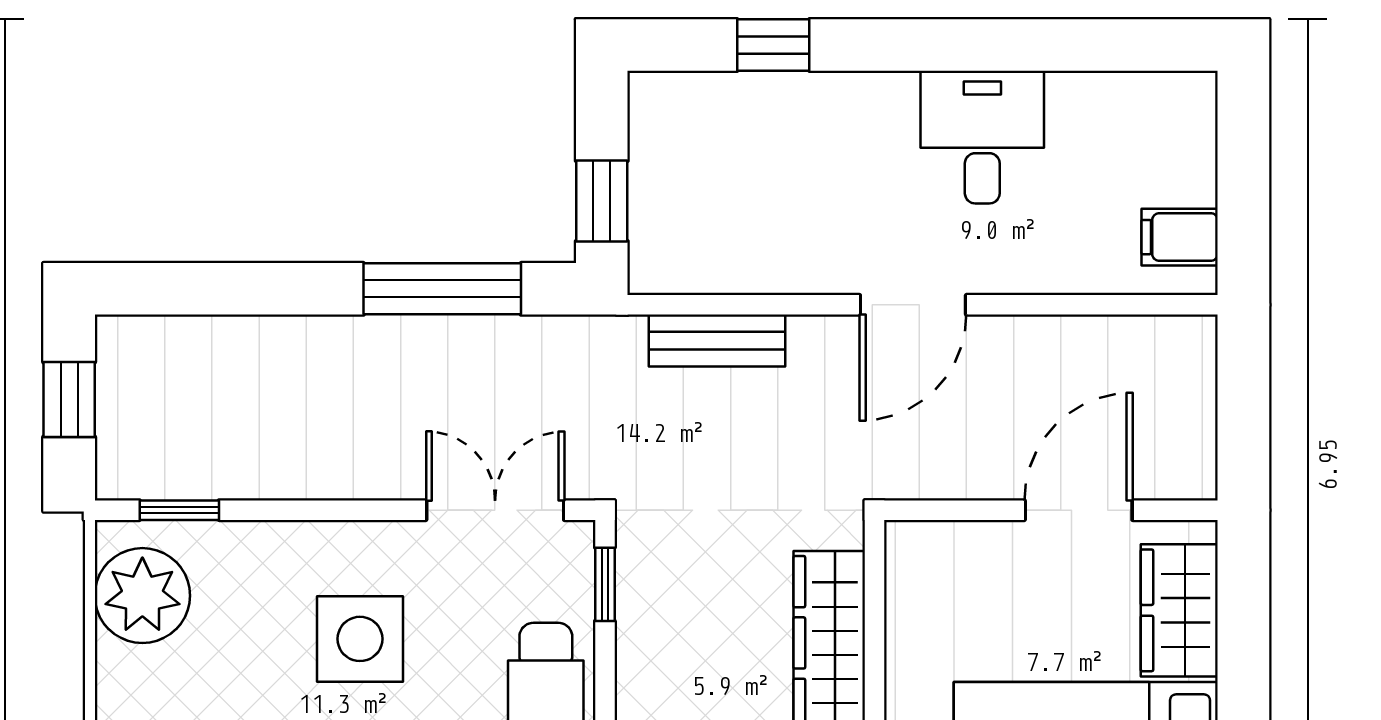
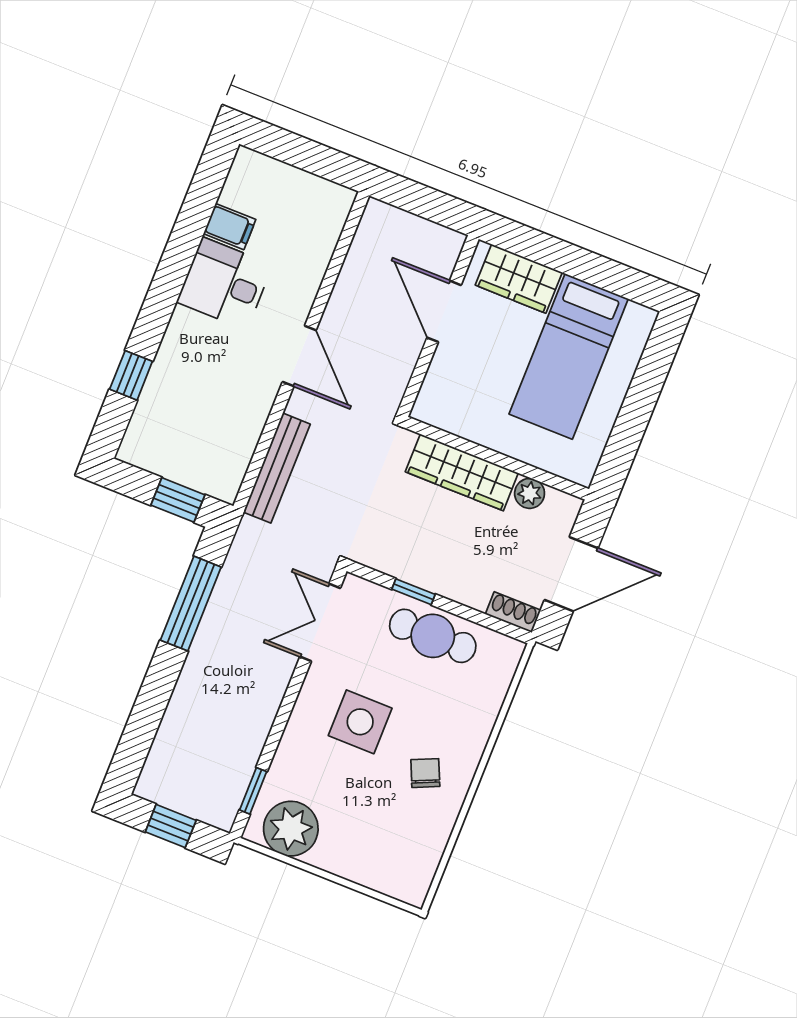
filing cabinet: (1180, 237) -> (230, 227), moved, turned -90
bench: (717, 341) -> (277, 468), width x1.36
window: (605, 584) -> (413, 592), moved

